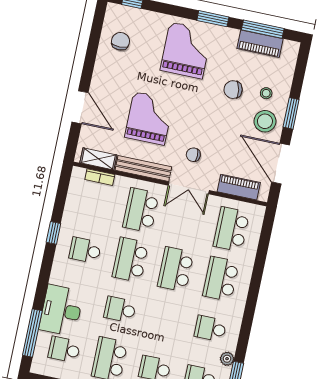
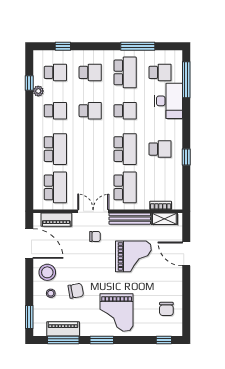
window: (291, 113) -> (29, 317), moved
grand piano: (149, 118) -> (133, 256), turned -90
school desk: (176, 269) -> (90, 111), moved, width x0.54

